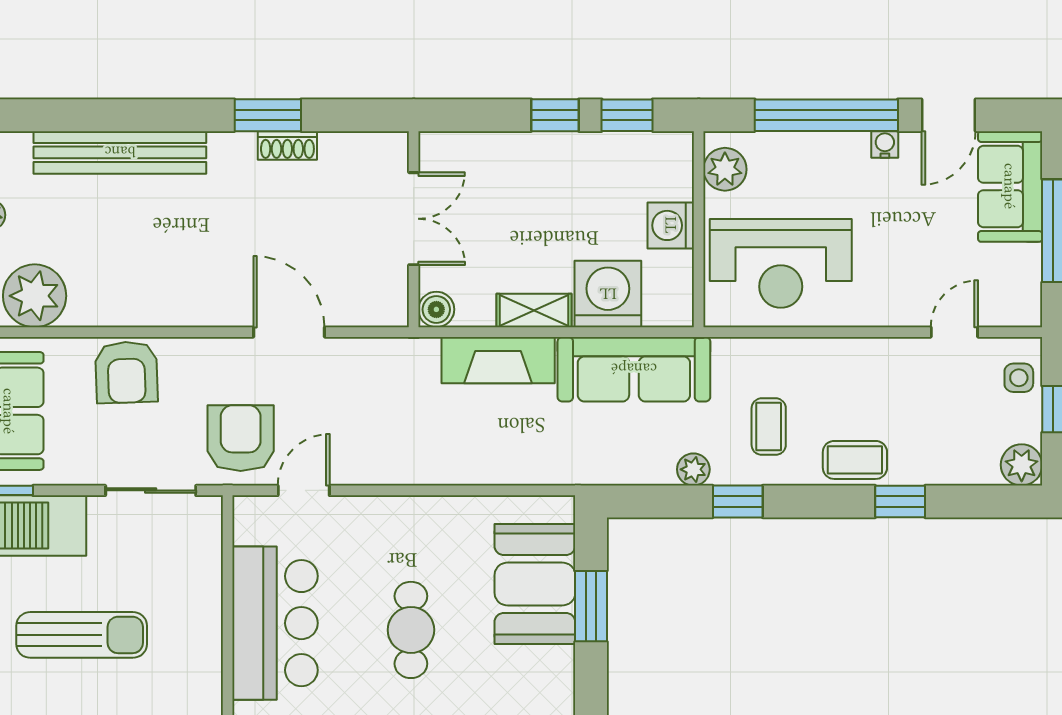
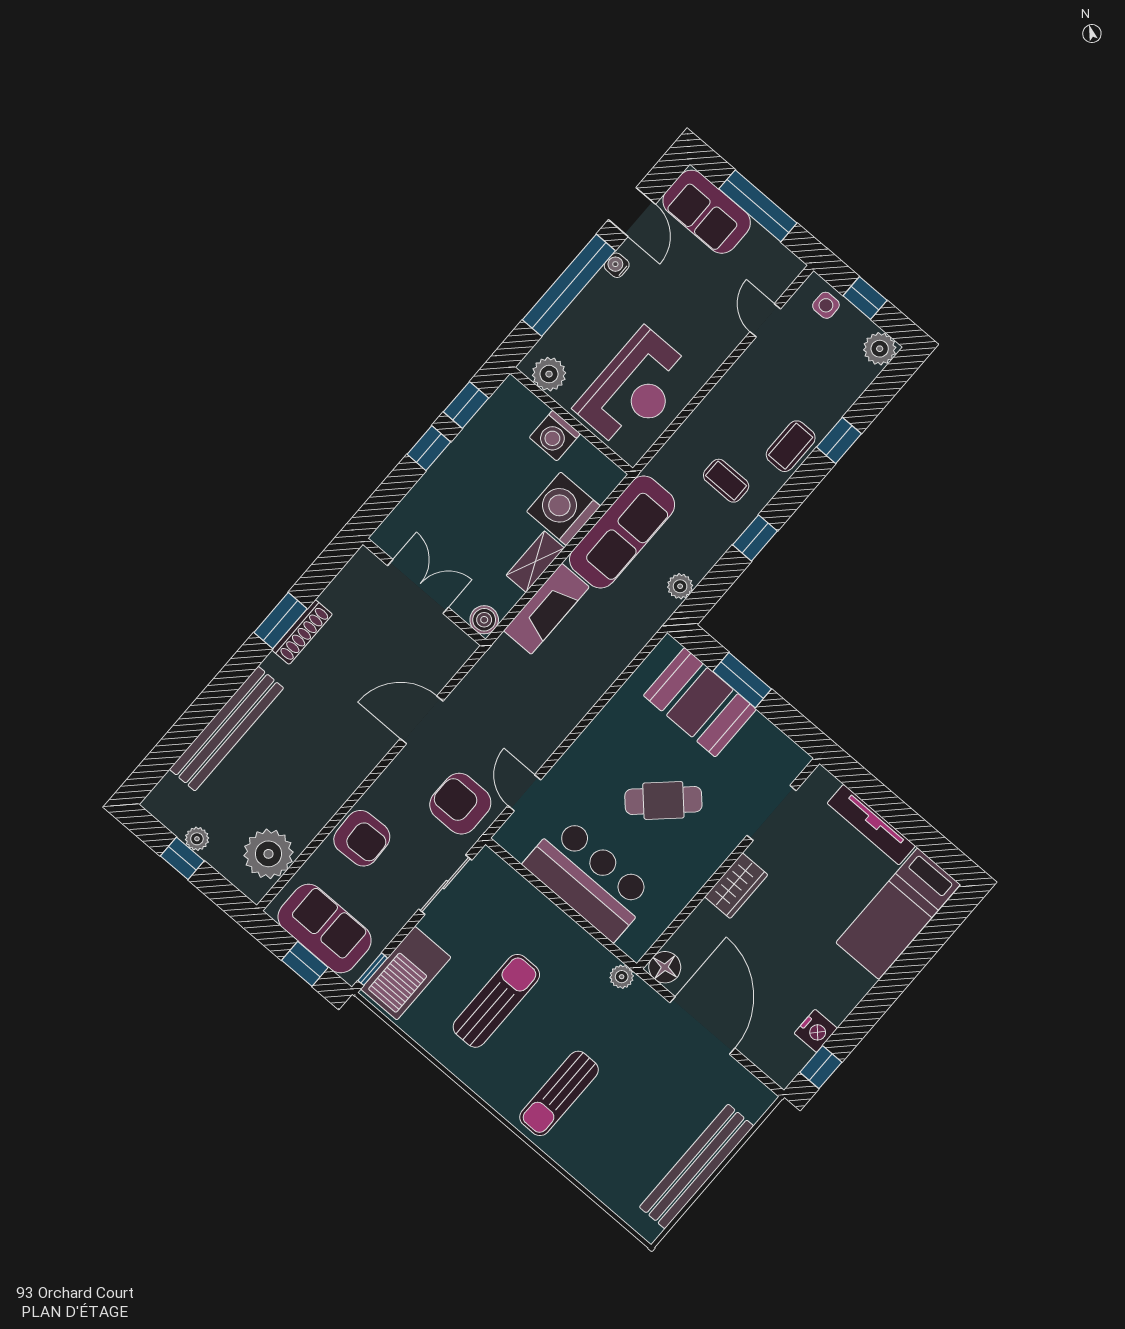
shoe rack: (287, 145) -> (302, 632), width x1.43
plant: (693, 469) -> (680, 586), moved
cafe table: (411, 630) -> (663, 800), turned -43

